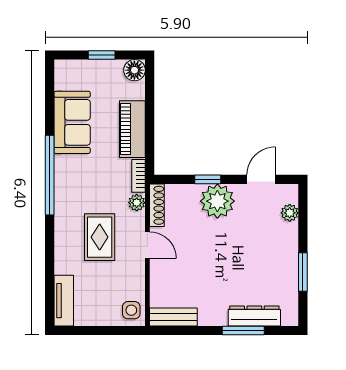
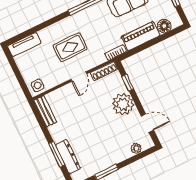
floor lamp: (134, 70) -> (164, 26), moved
window: (208, 179) -> (128, 83), moved
plant: (137, 203) -> (100, 59), removed

